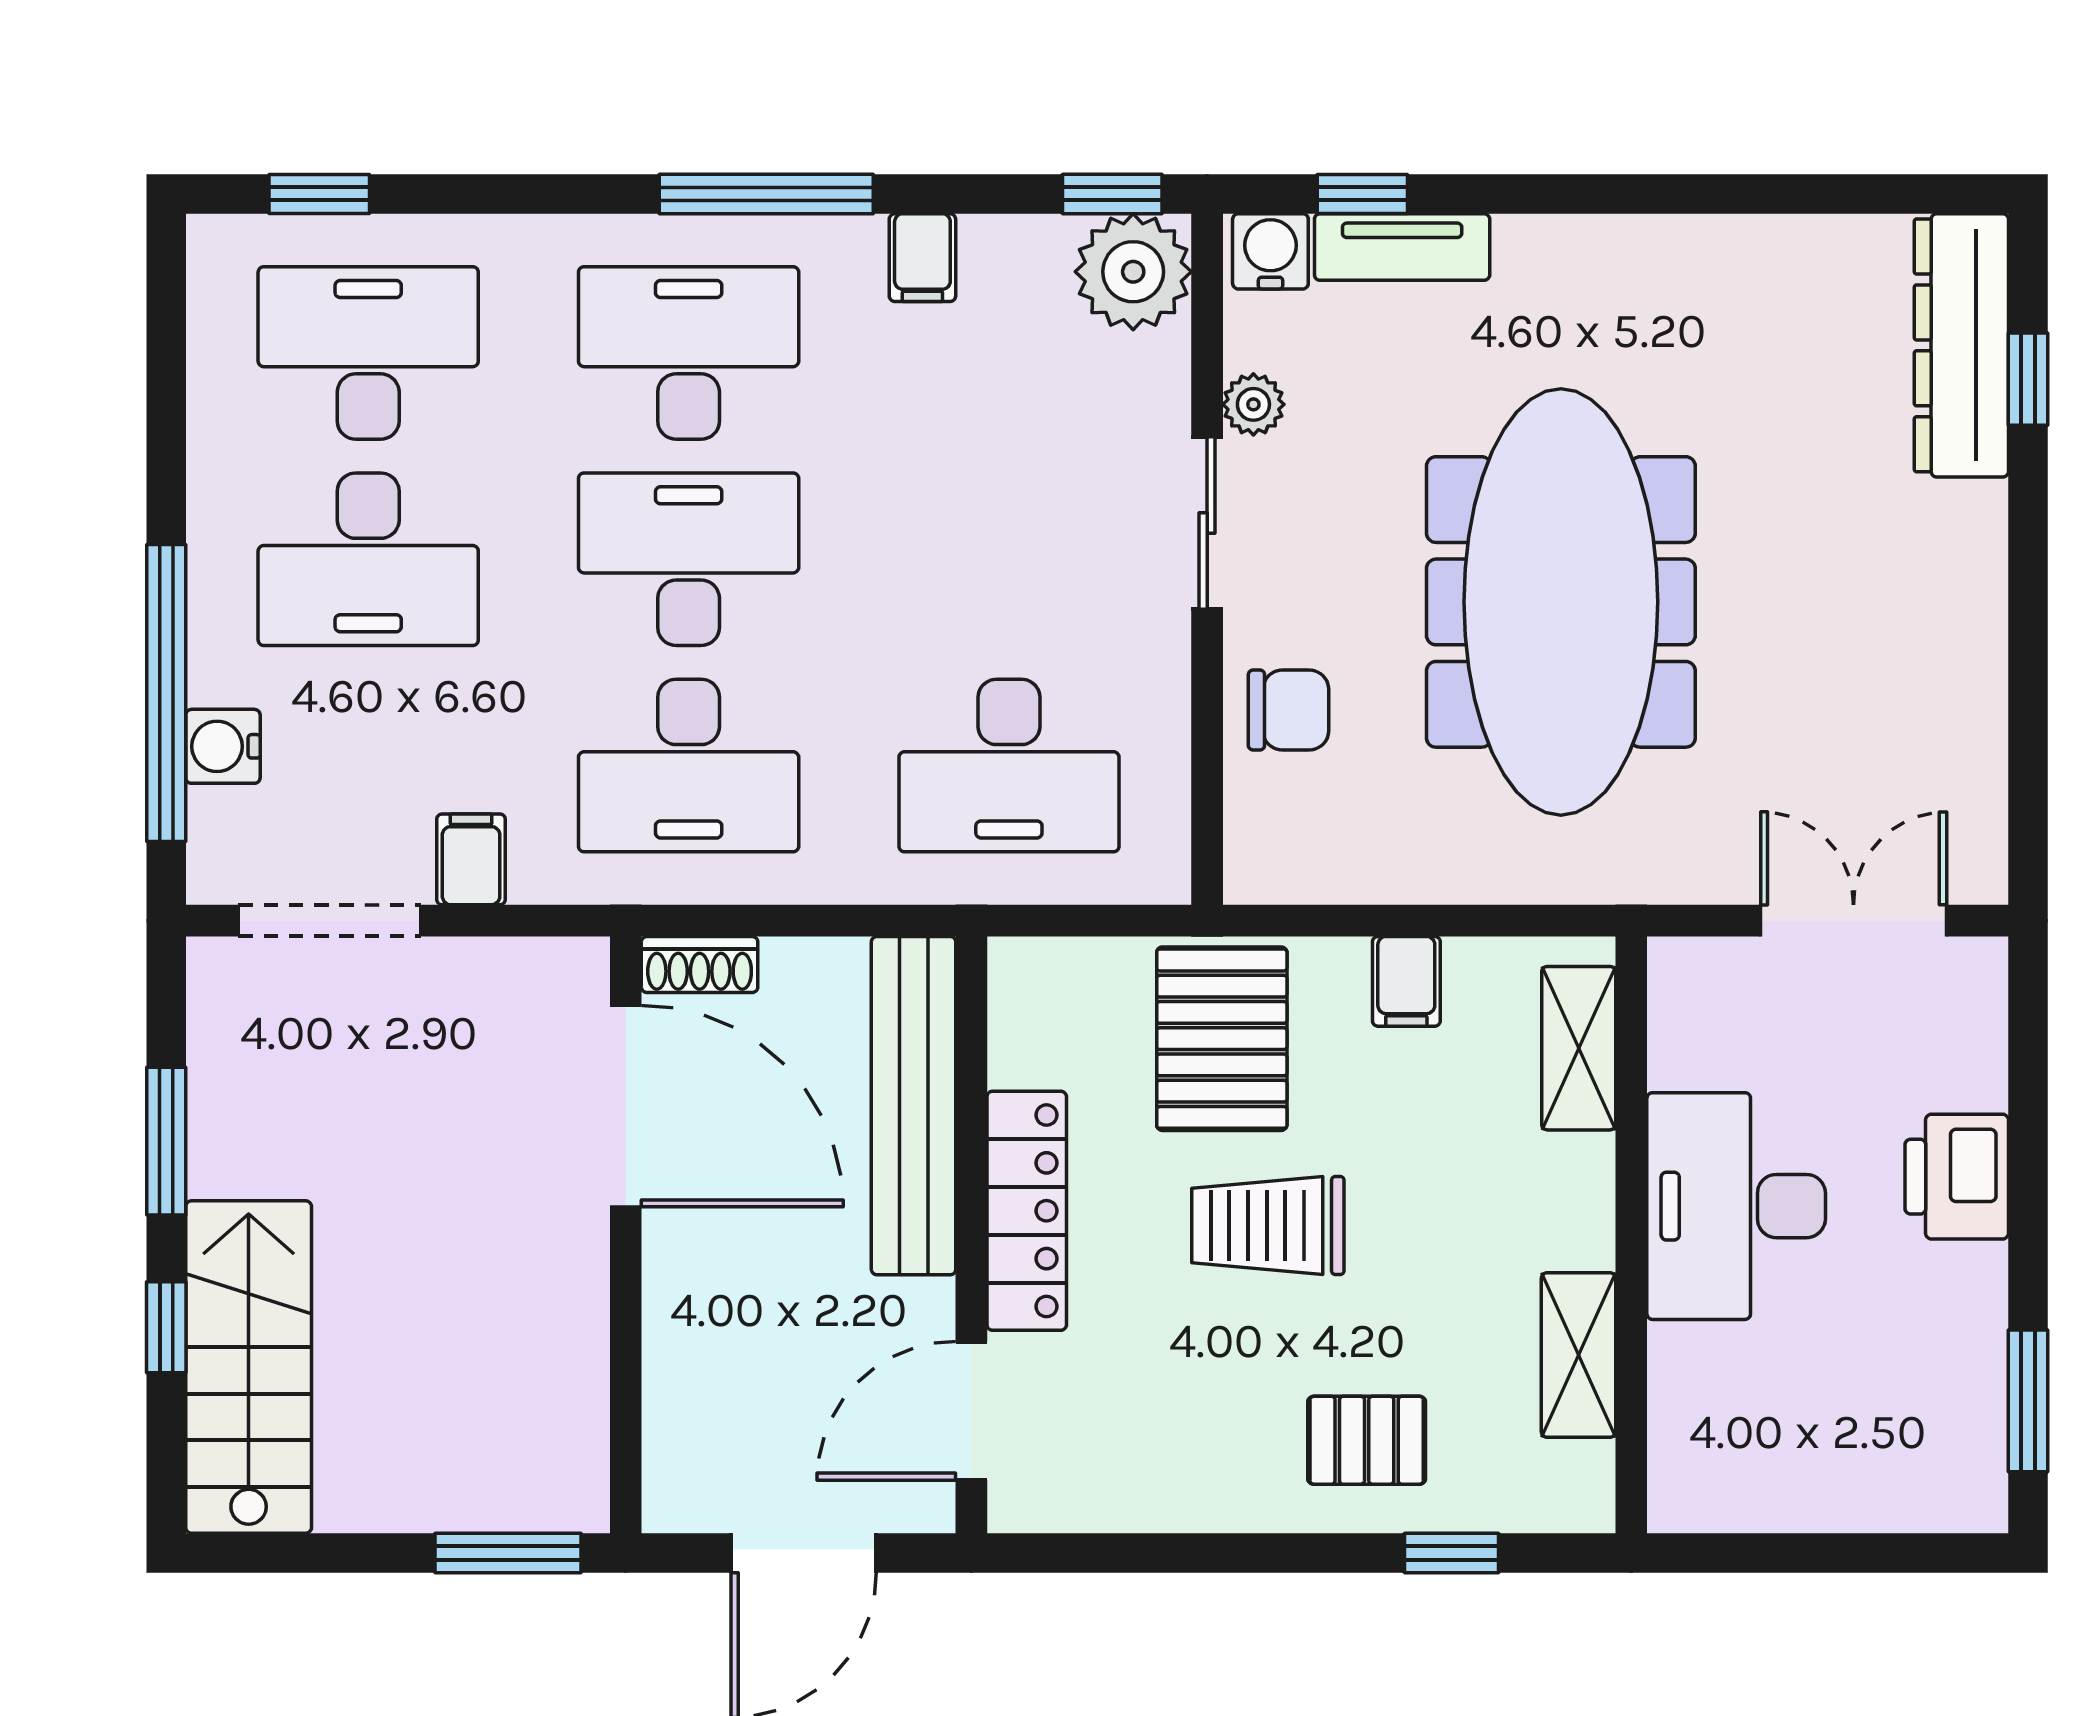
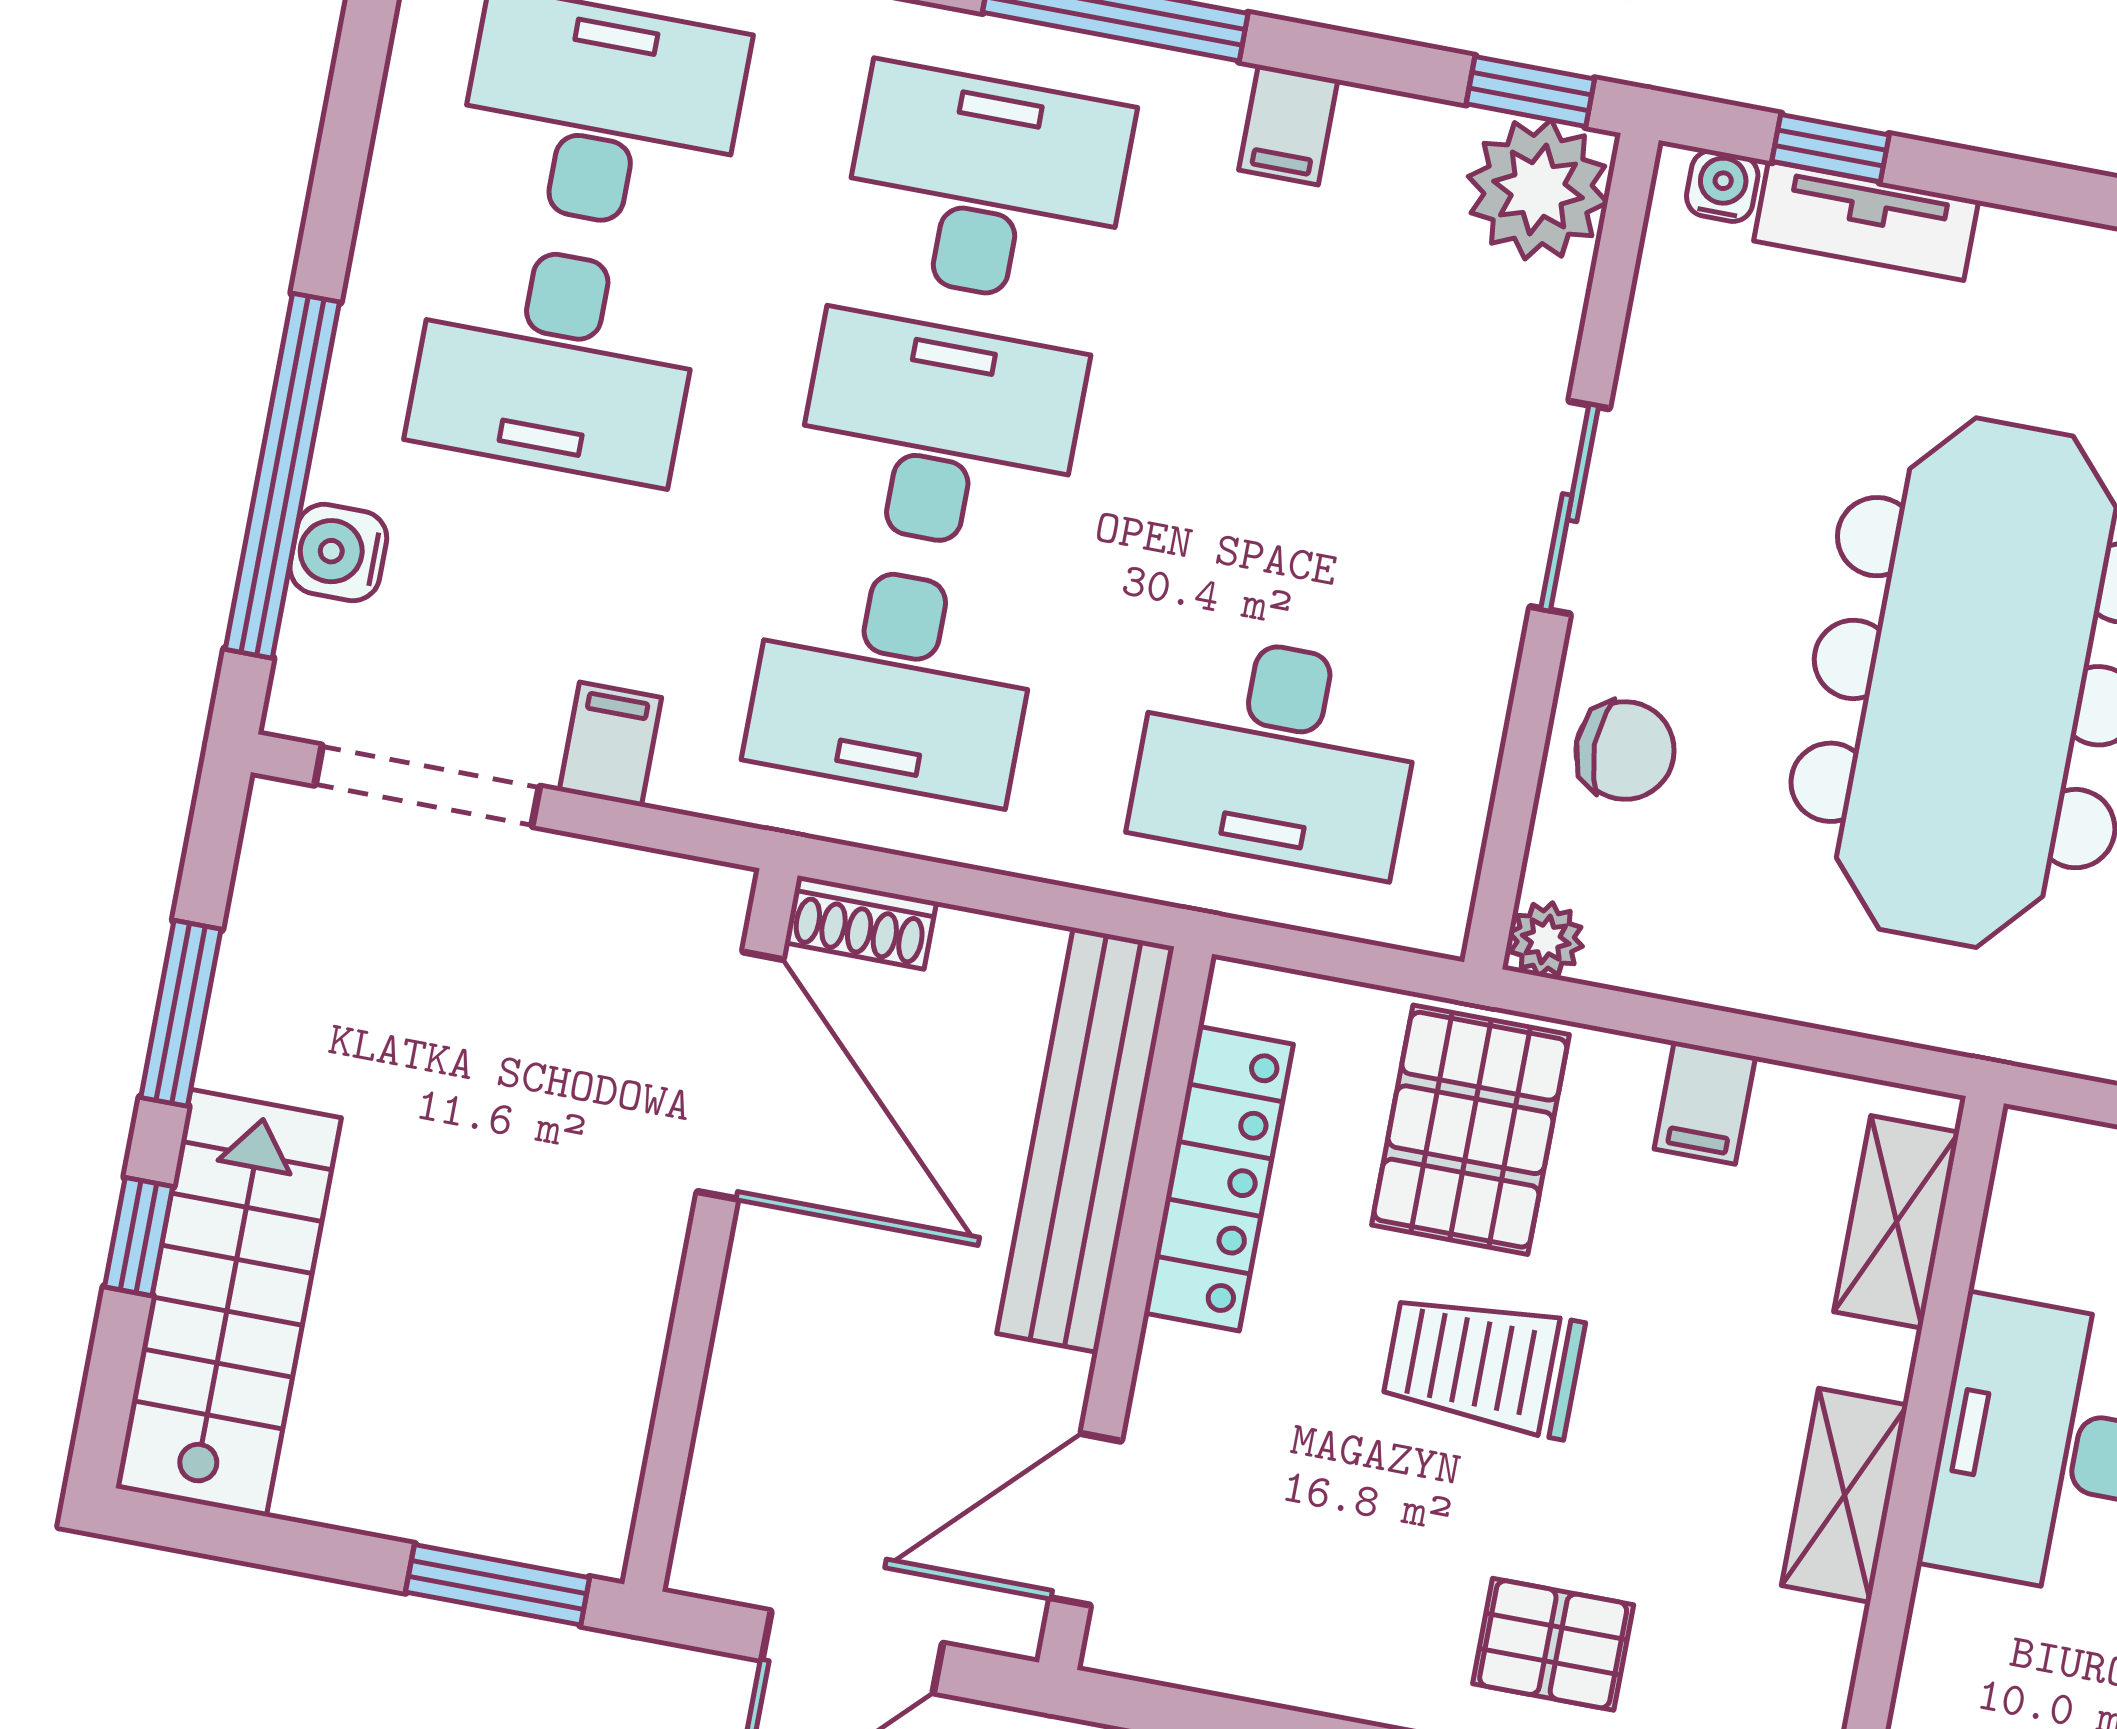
water cooler: (1270, 251) -> (1722, 186), width x0.72, depth x0.72
plant: (1253, 404) -> (1546, 940), moved
locker: (1027, 1211) -> (1219, 1179), moved
shelving: (1578, 1355) -> (1845, 1495), moved

